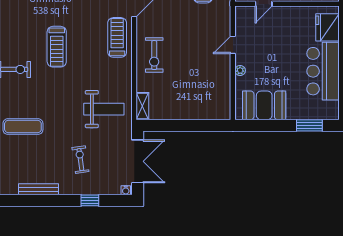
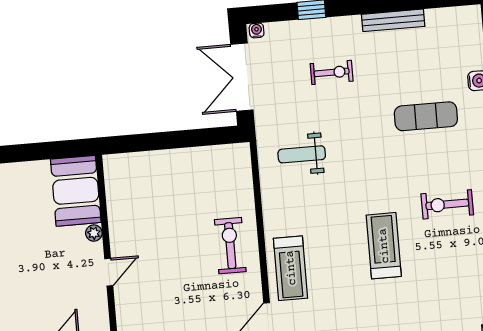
booth: (264, 105) -> (76, 191), moved, turned 90
shelving: (142, 106) -> (242, 164), removed
weight bench: (104, 109) -> (302, 154), width x0.73, depth x0.75
exercise bike: (80, 160) -> (332, 72), turned -82

